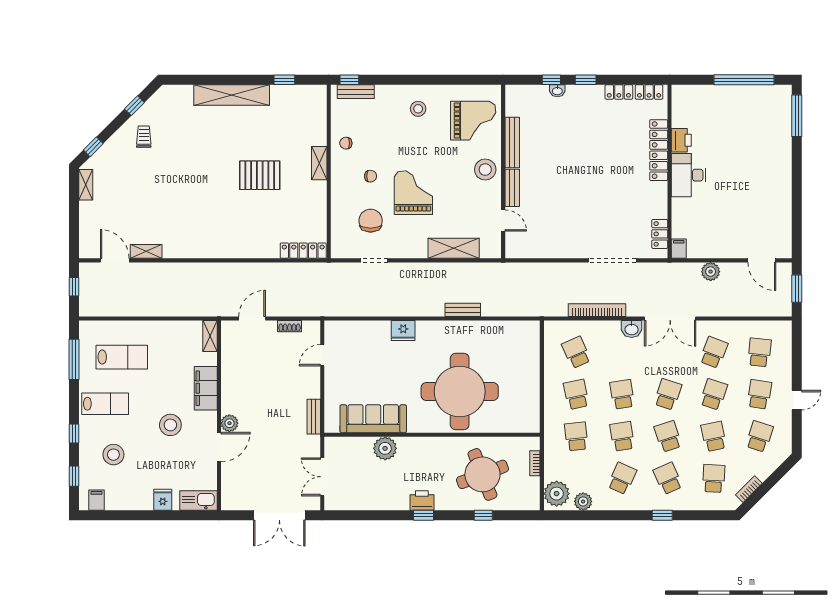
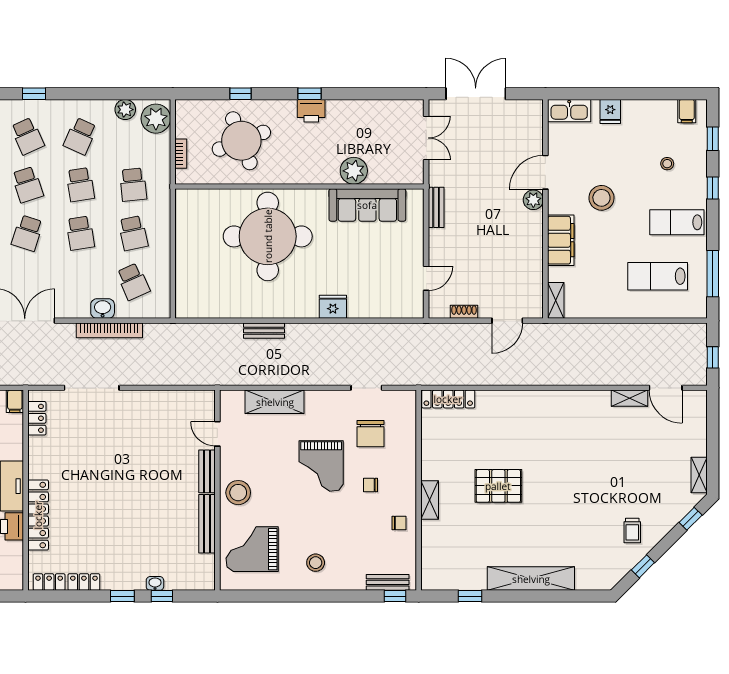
washbasin: (632, 329) -> (103, 309), moved
stool: (113, 455) -> (667, 164), width x0.53, depth x0.53

